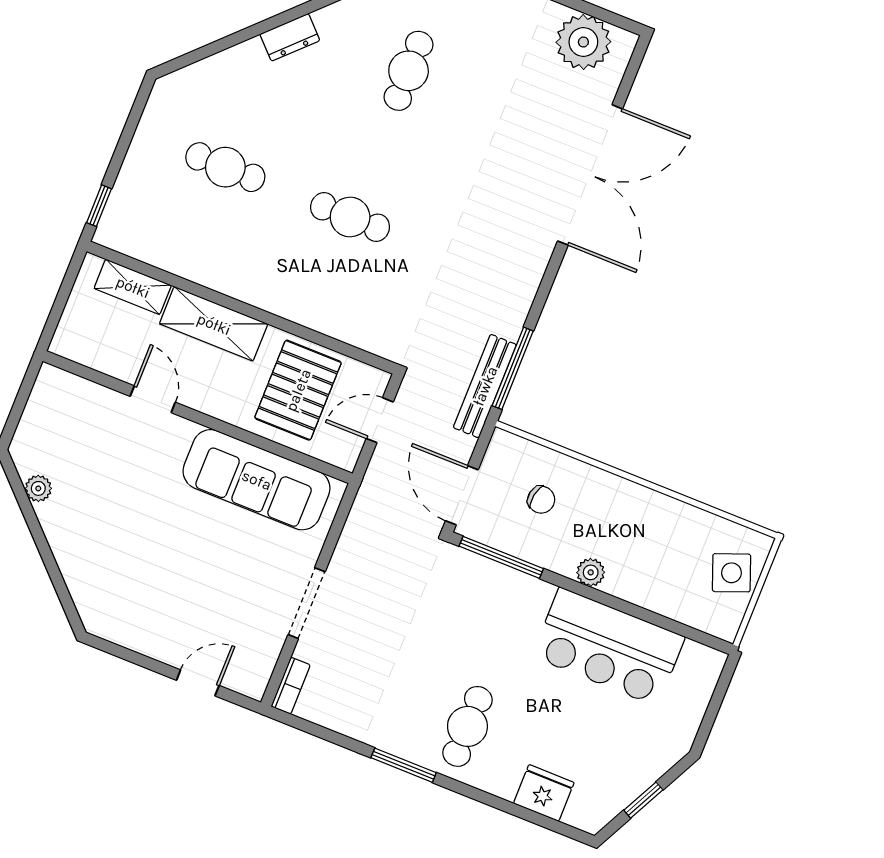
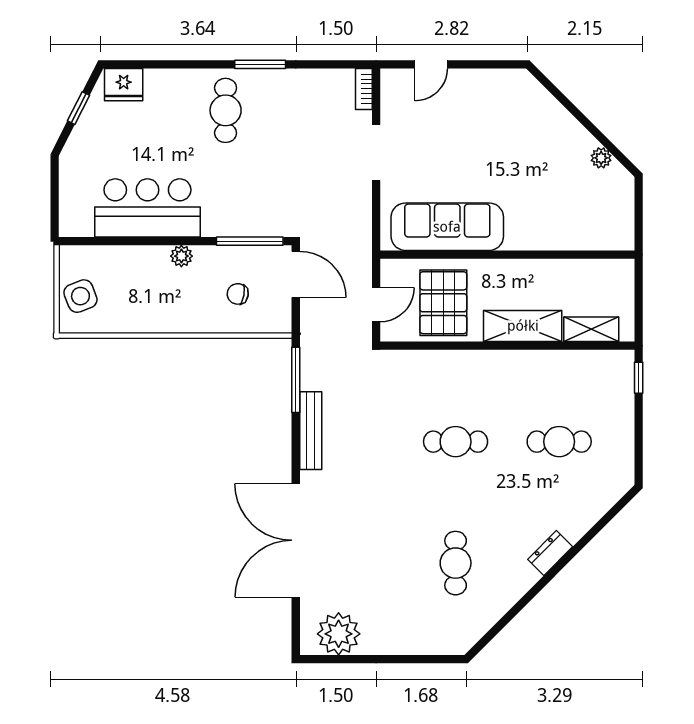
bench: (485, 386) -> (311, 431), moved
door: (153, 399) -> (545, 255), removed
fridge: (544, 793) -> (124, 85), moved

